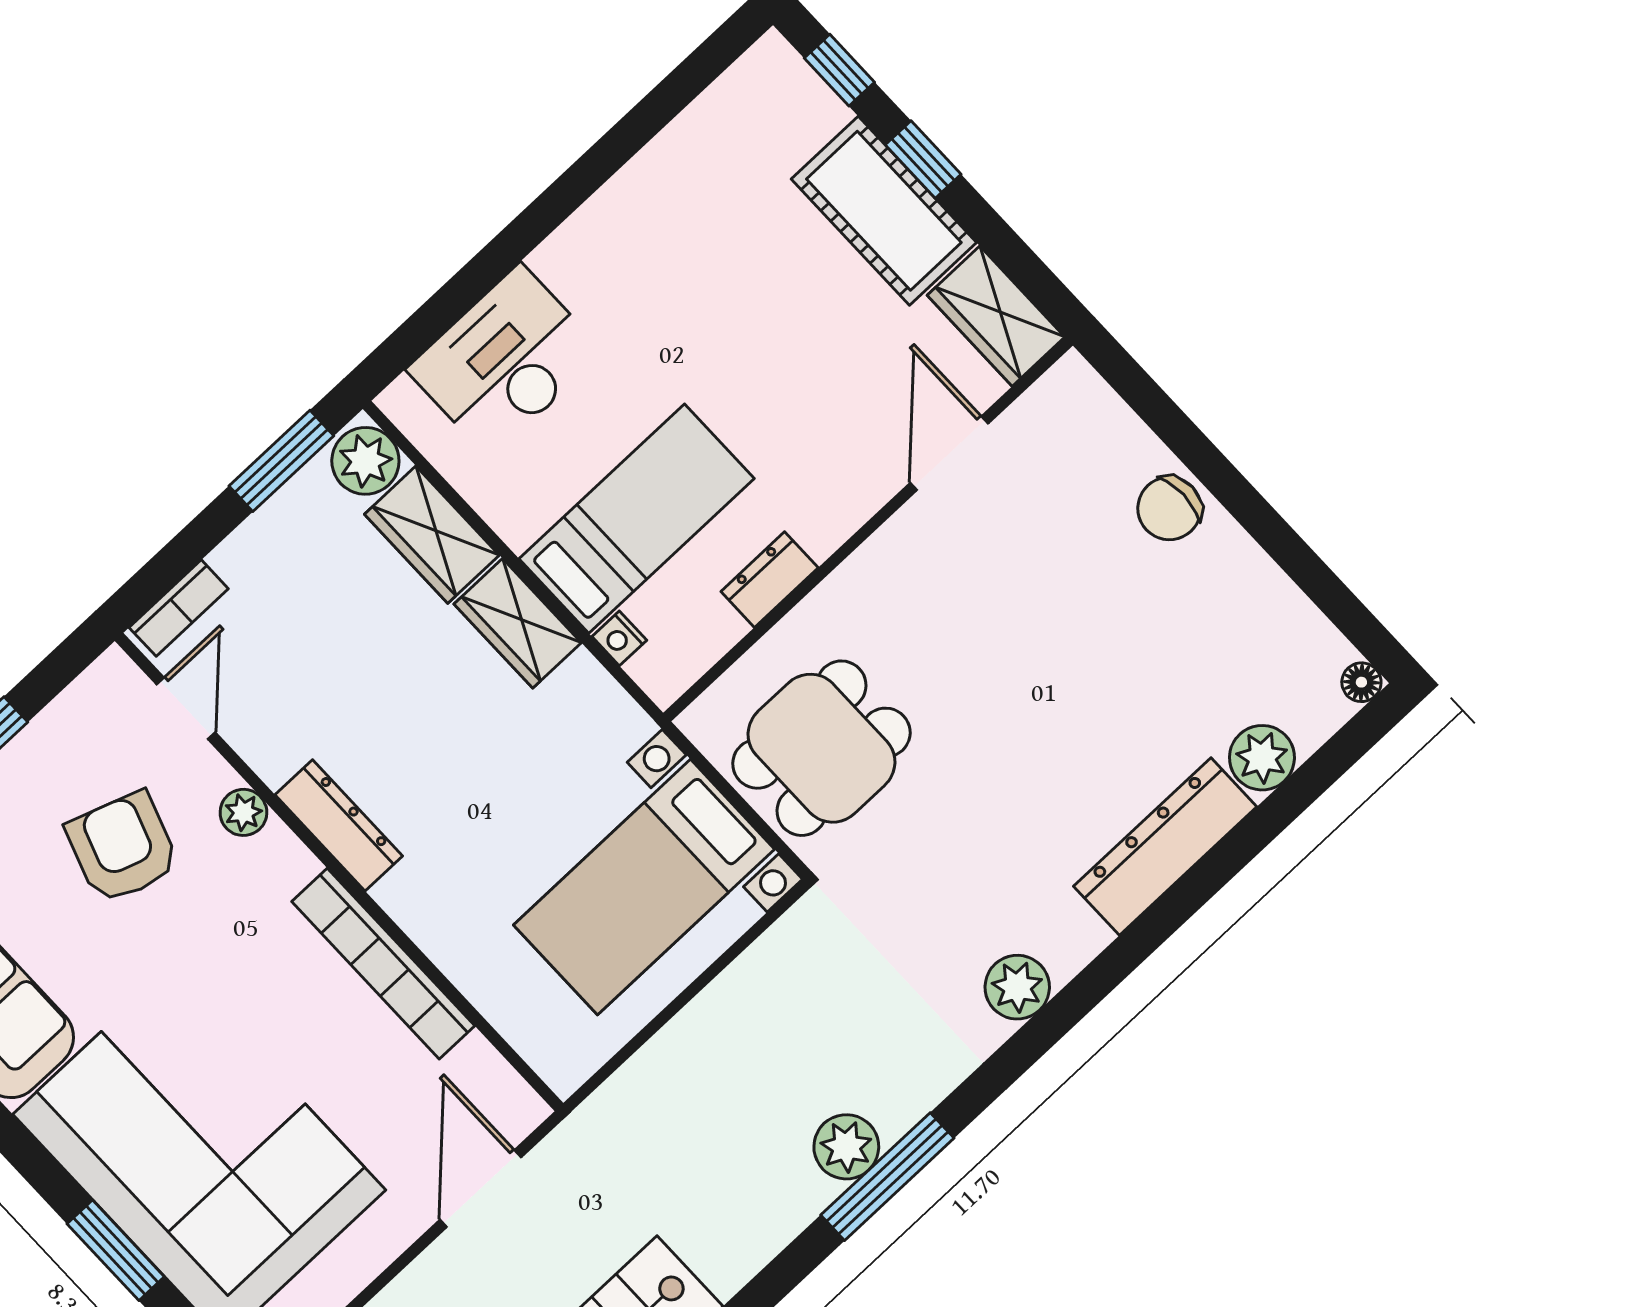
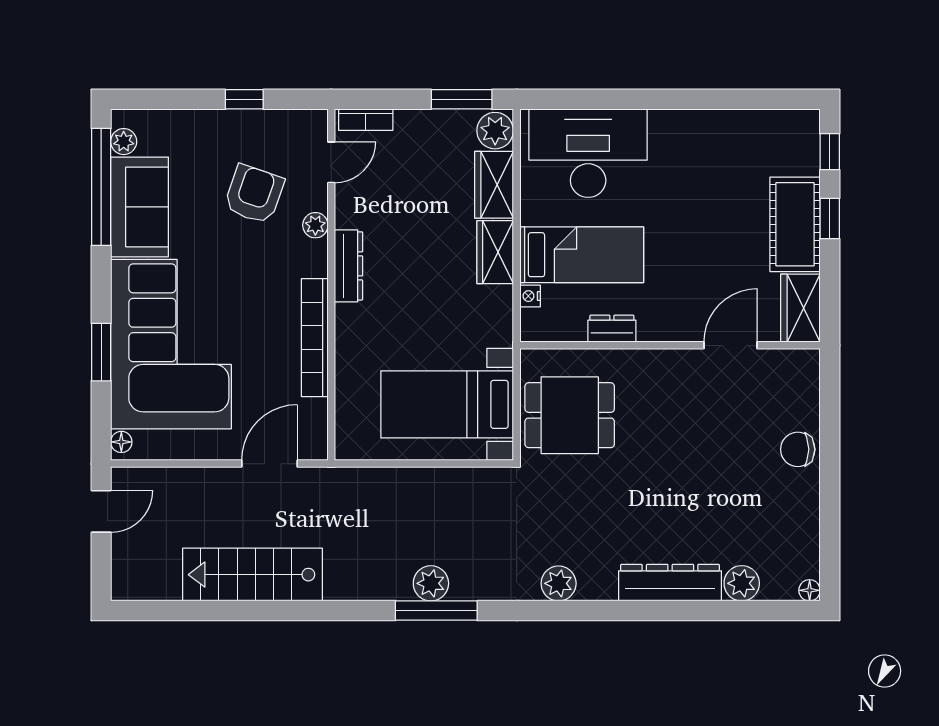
desk: (505, 361) -> (588, 153), width x1.36, depth x1.30

